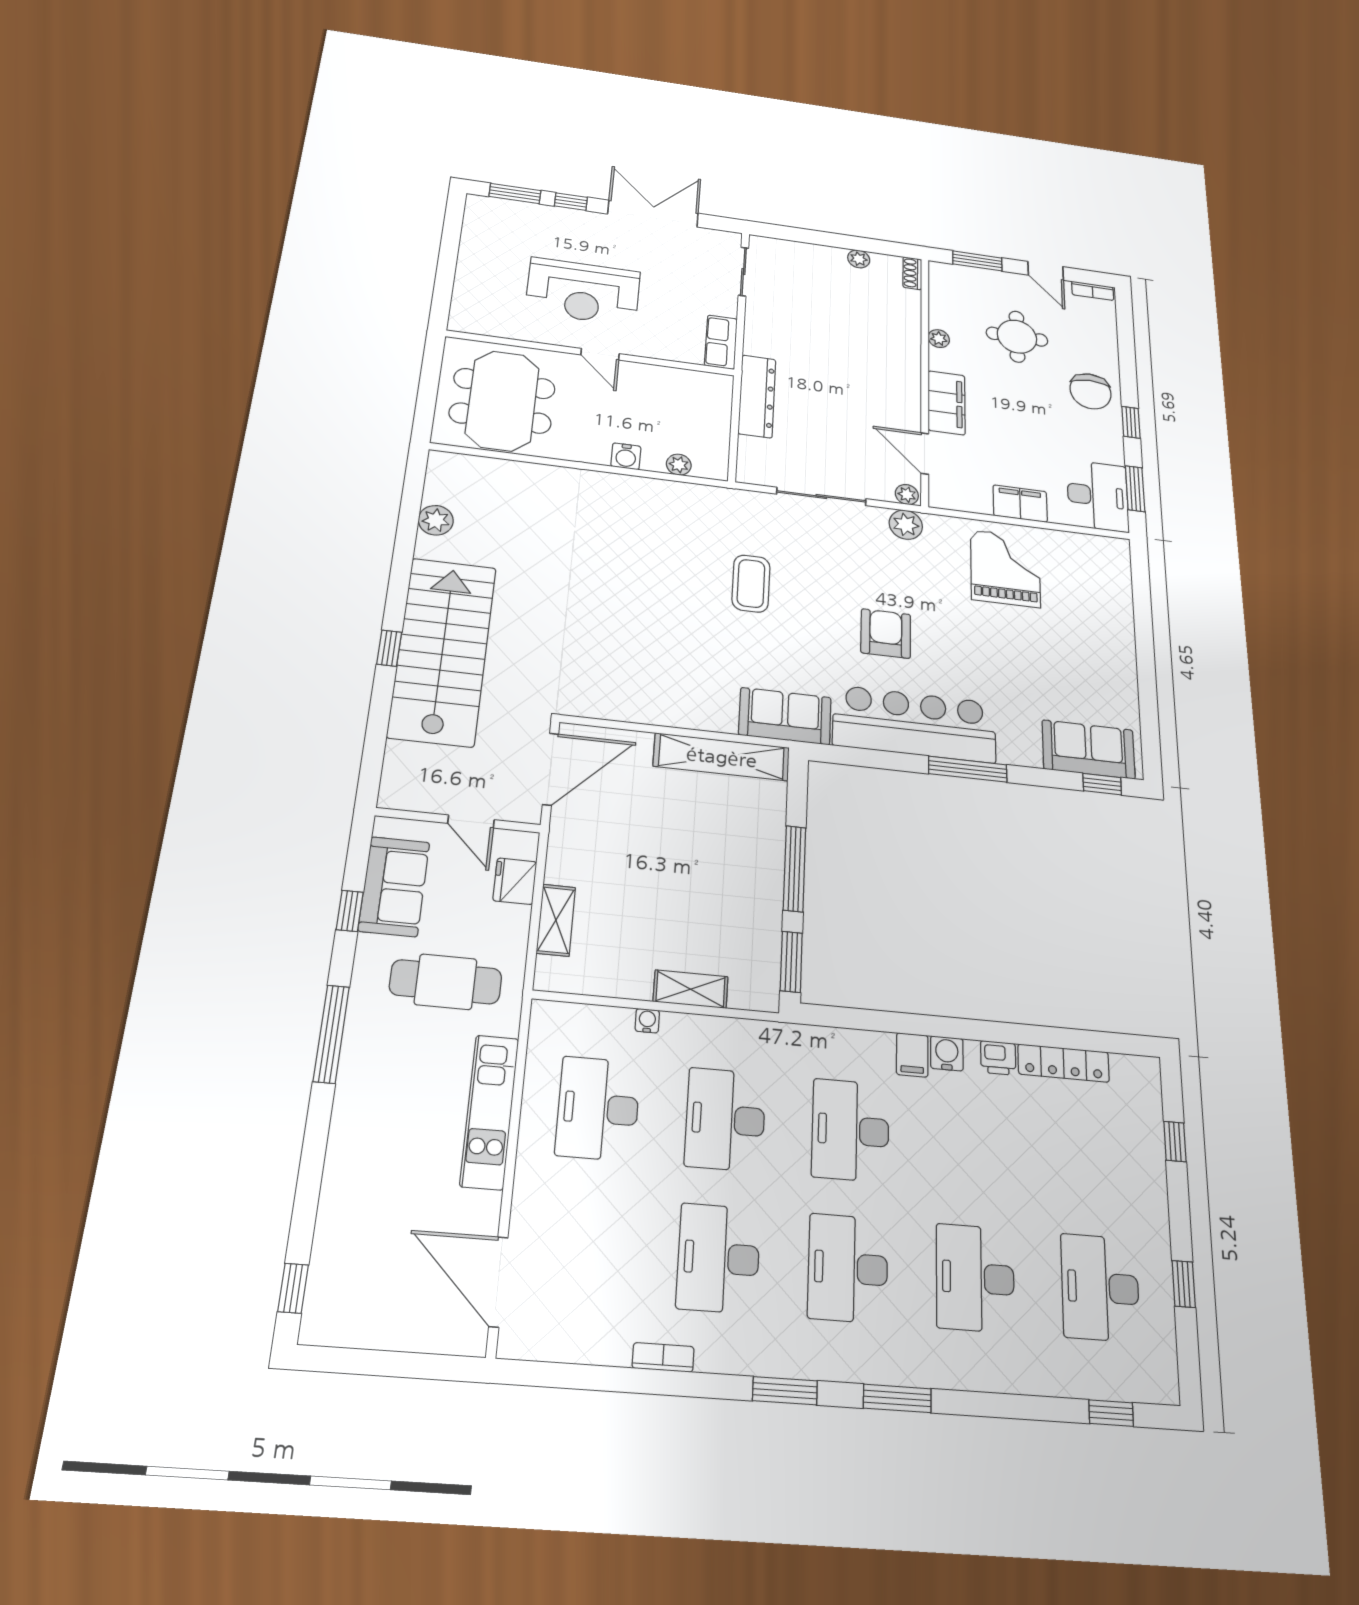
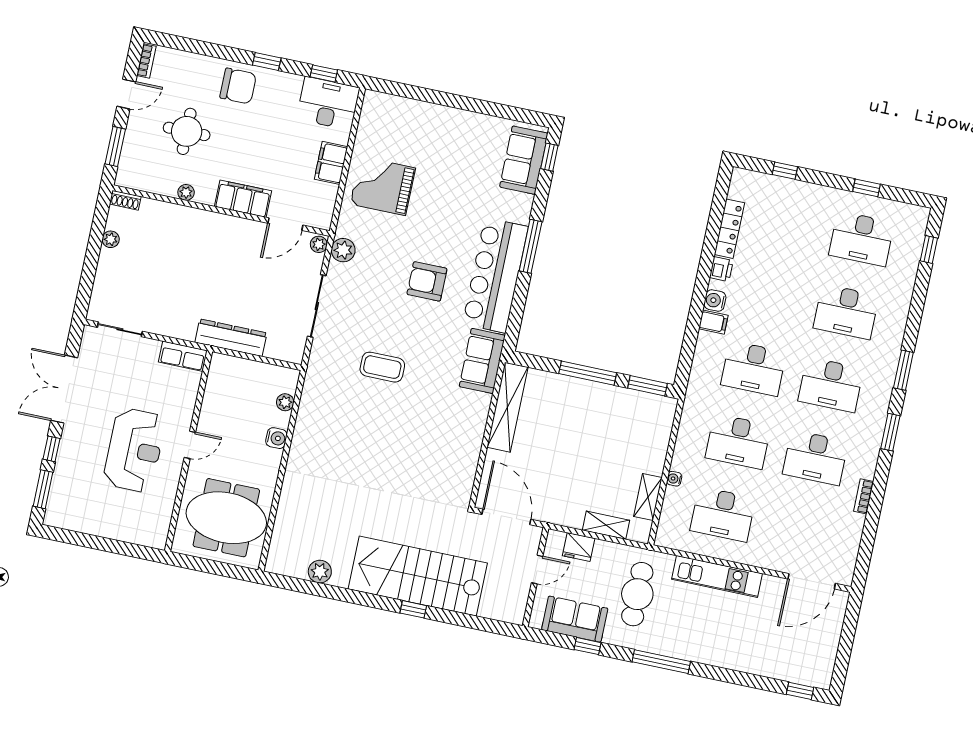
window: (1135, 489) -> (324, 73), width x0.67
shelving: (691, 989) -> (648, 497), moved

